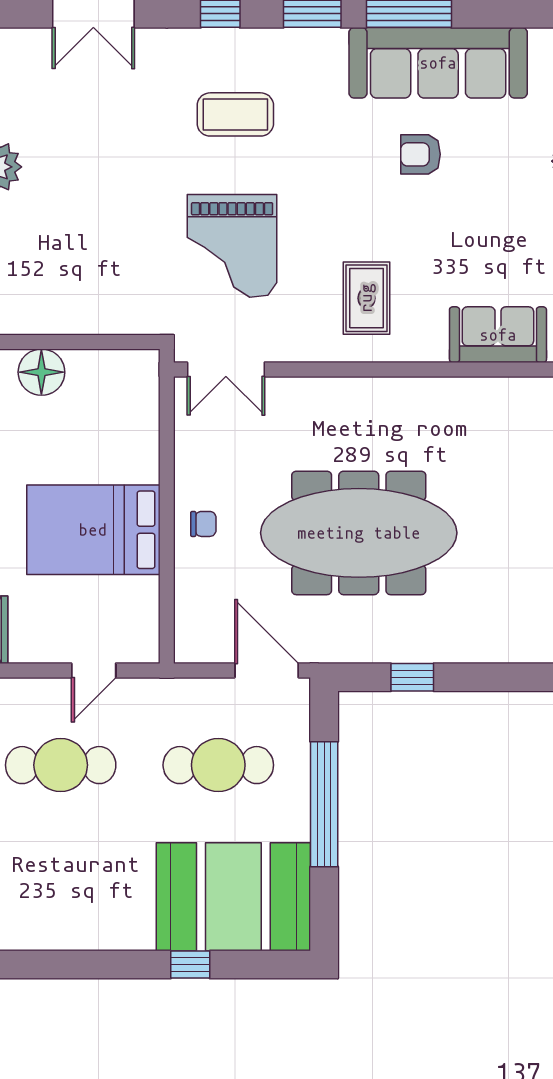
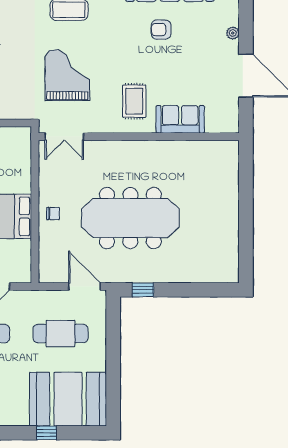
grand piano: (232, 246) -> (67, 75), turned 180
sofa: (498, 335) -> (180, 119), moved
window: (412, 677) -> (143, 290), moved
window: (324, 804) -> (113, 353), removed

